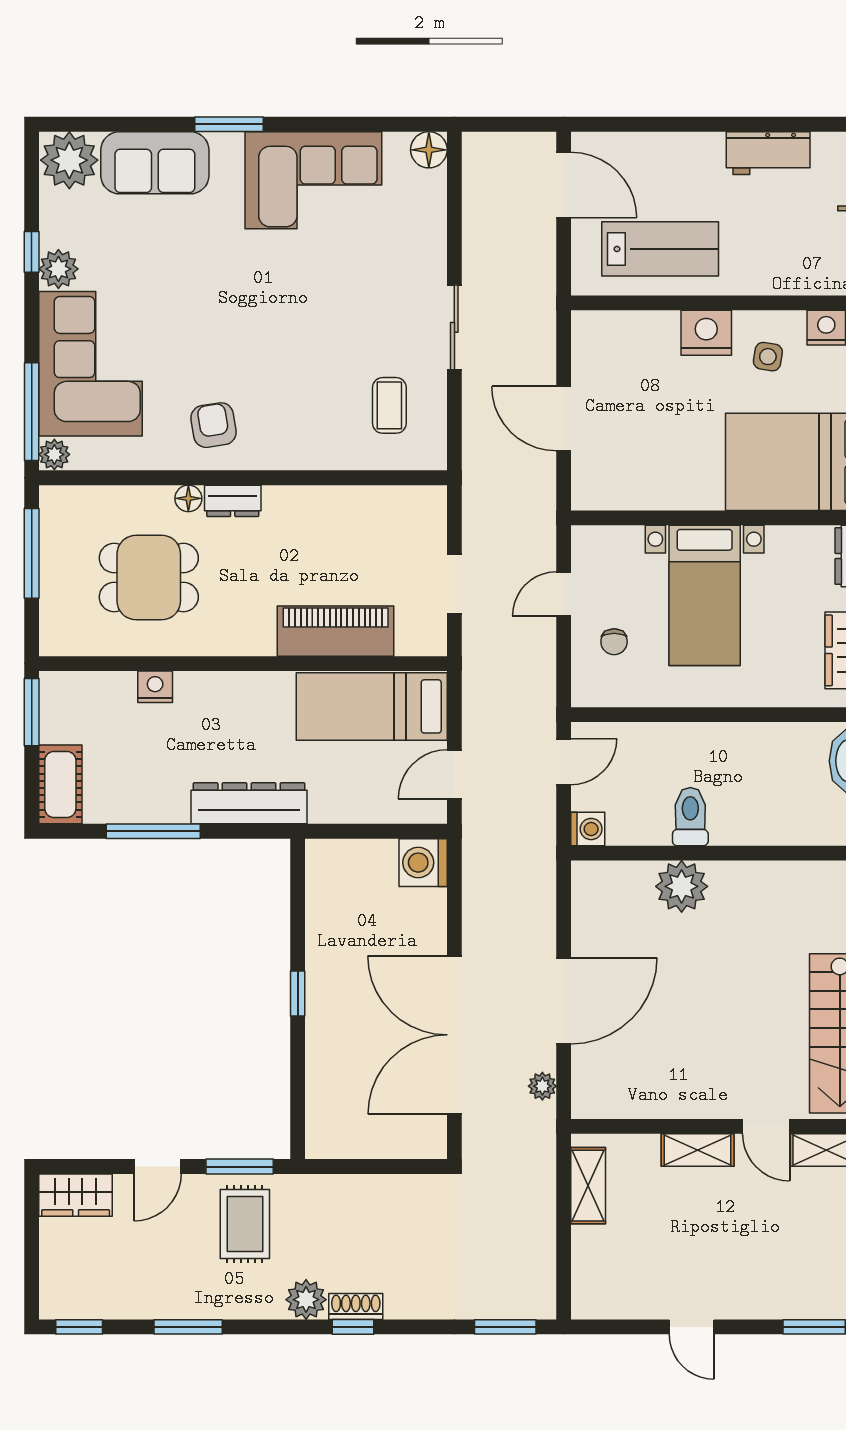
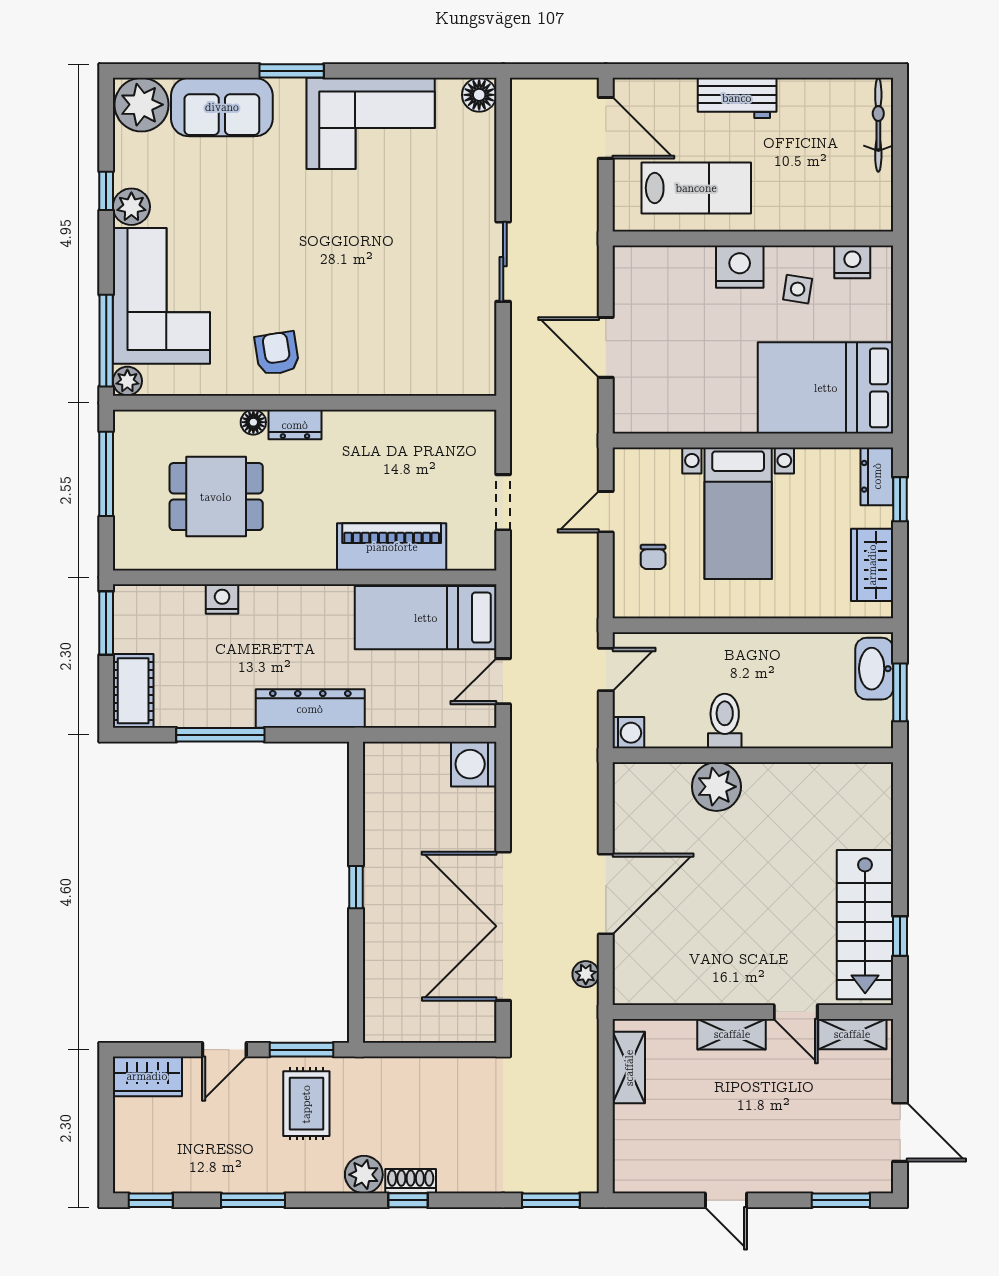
workbench: (768, 153) -> (737, 98), moved
coffee table: (389, 405) -> (442, 335), removed

